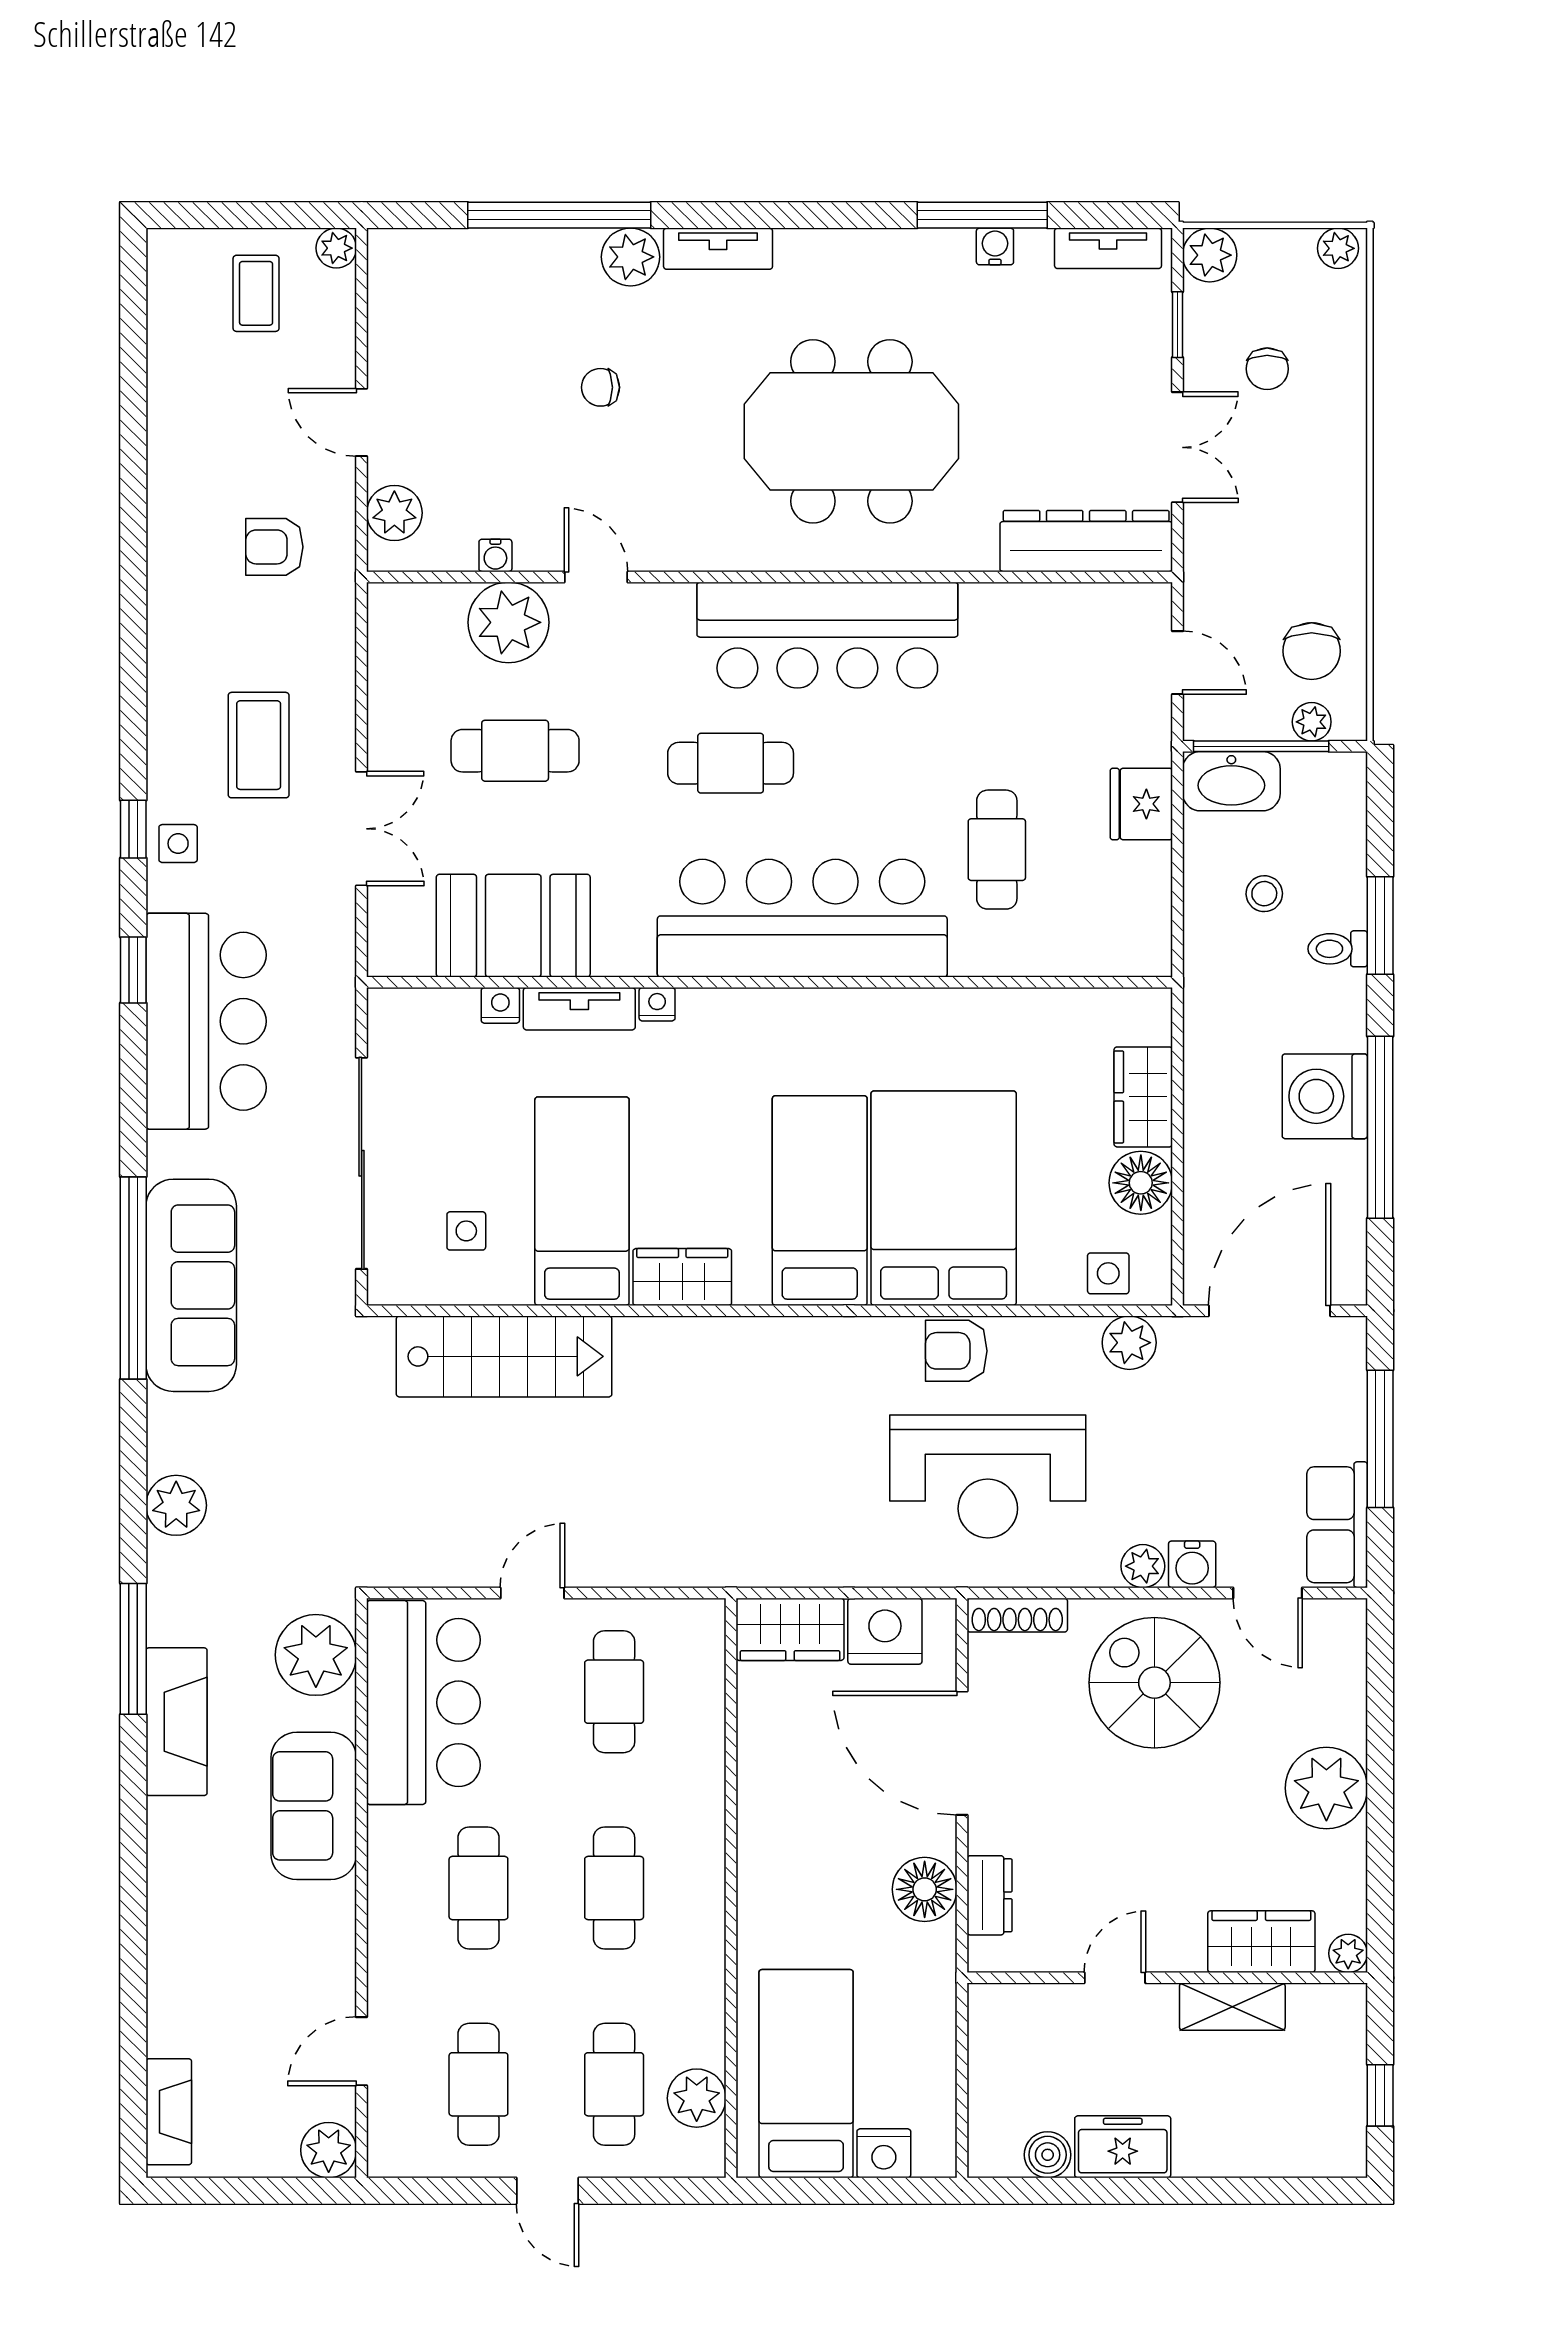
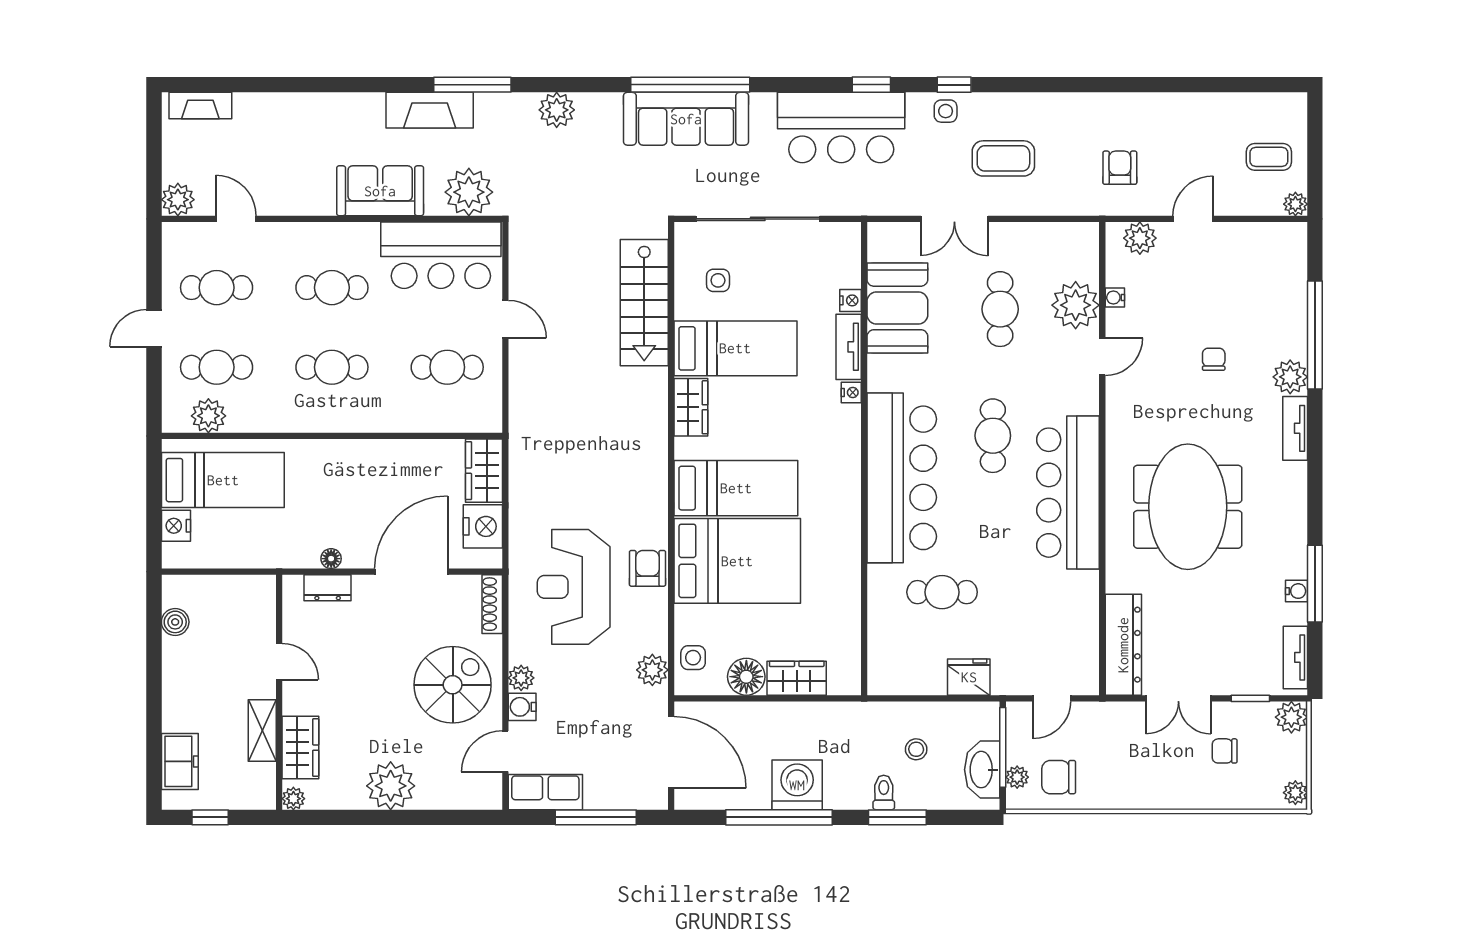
washbasin: (1231, 781) -> (982, 770), moved
floor lamp: (925, 1889) -> (331, 559), width x0.53, depth x0.53
freezer: (1123, 2147) -> (180, 761), moved

